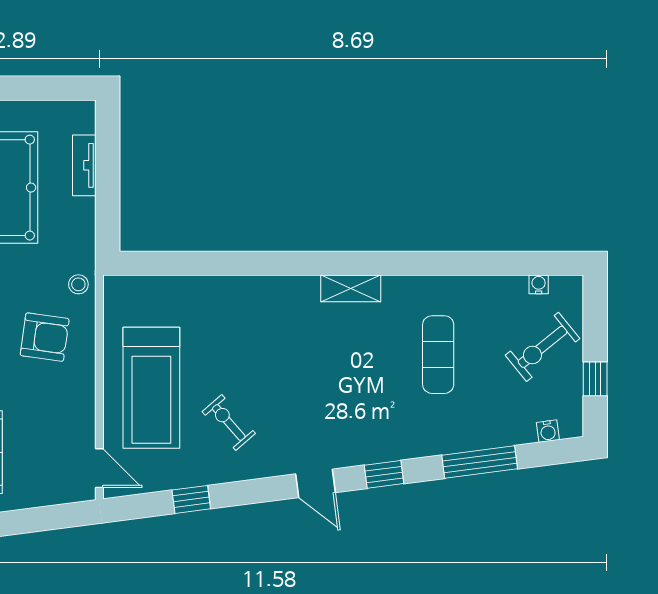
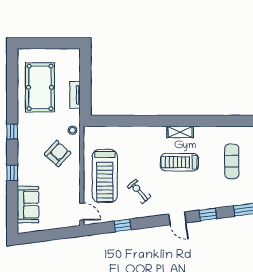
tv unit: (84, 165) -> (75, 95), moved
shelving: (351, 288) -> (180, 132), moved
armchair: (45, 337) -> (58, 154), turned -56
treadmill: (320, 357) -> (179, 162), added

